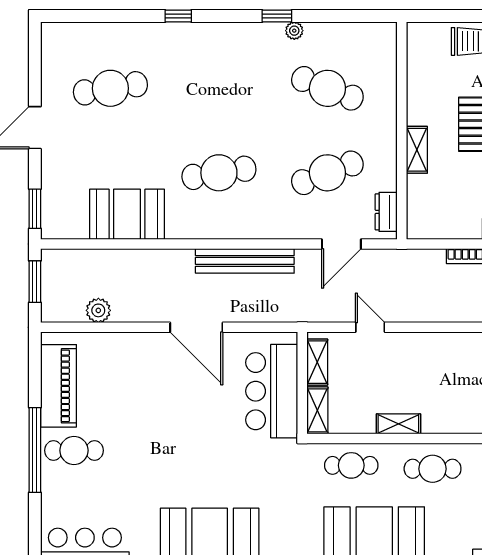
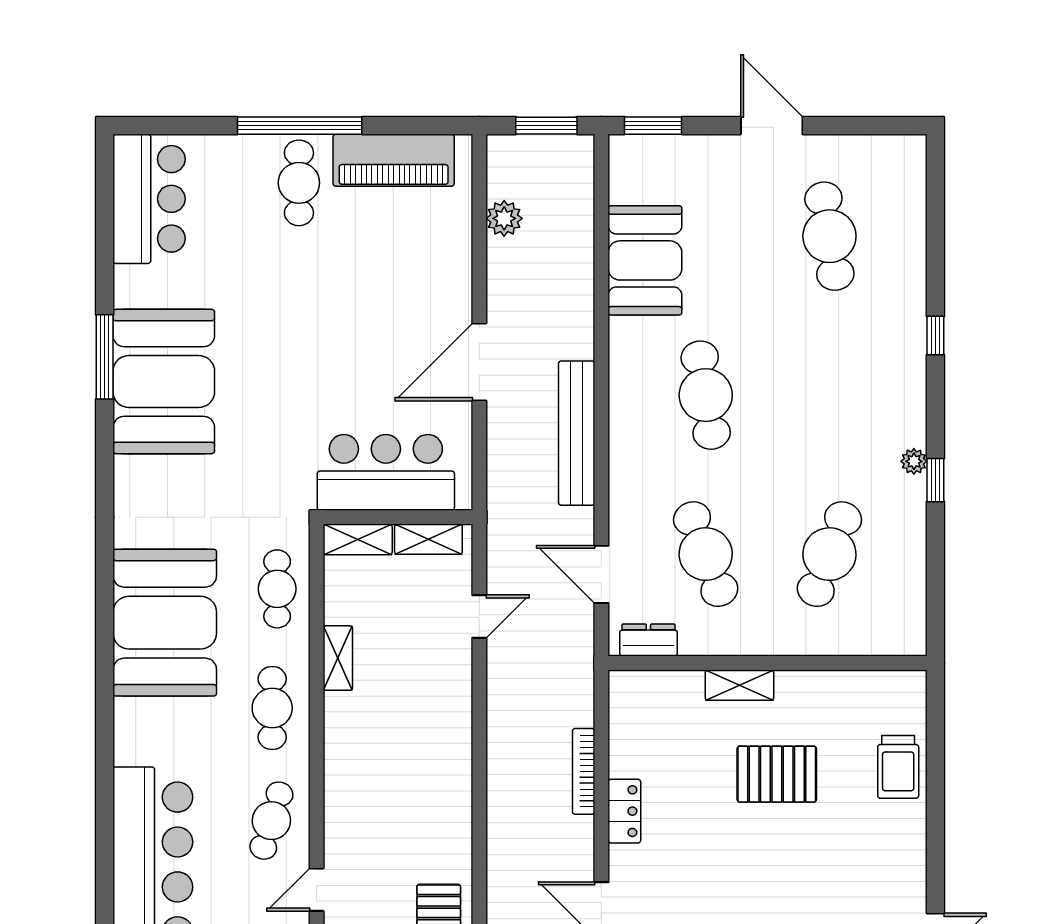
plant: (294, 31) -> (914, 461), moved

